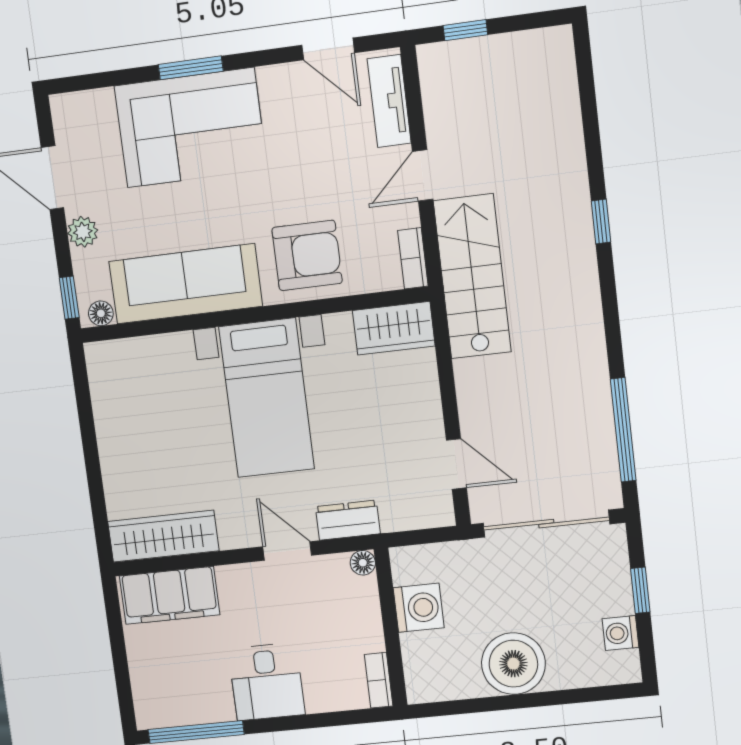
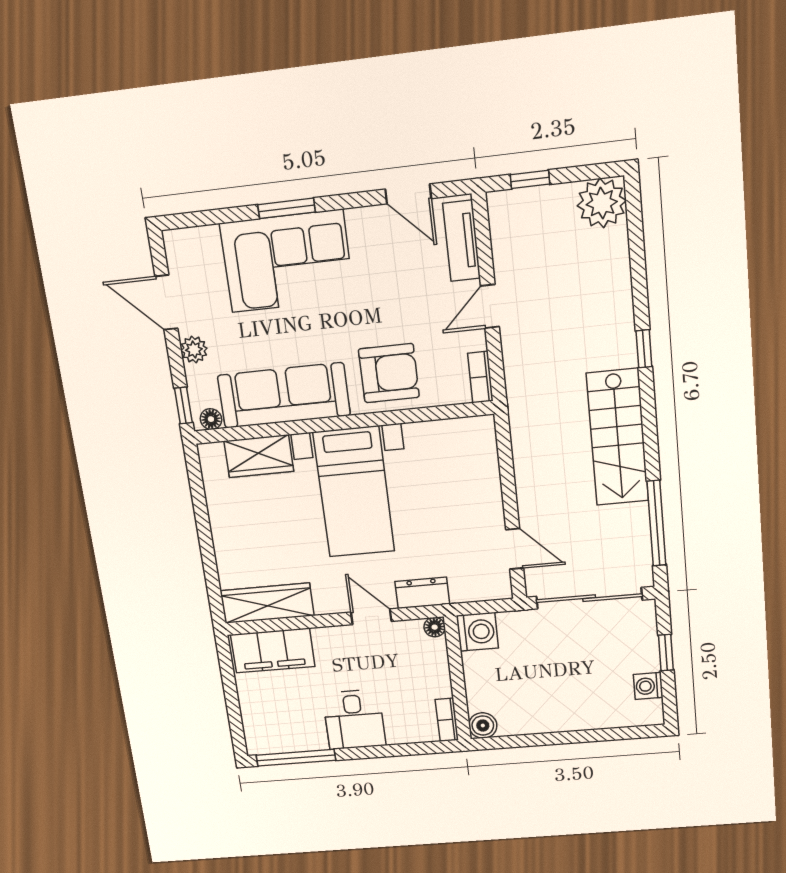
plant: (547, 55) -> (602, 203), added
stairs: (472, 276) -> (618, 437), moved, turned 180
wardrobe: (394, 328) -> (259, 456), moved
washing machine: (419, 608) -> (477, 632), moved
boiler: (513, 664) -> (483, 726), moved, width x0.54, depth x0.54

